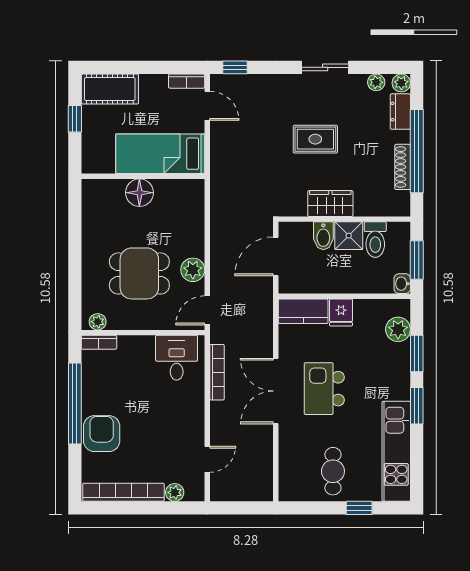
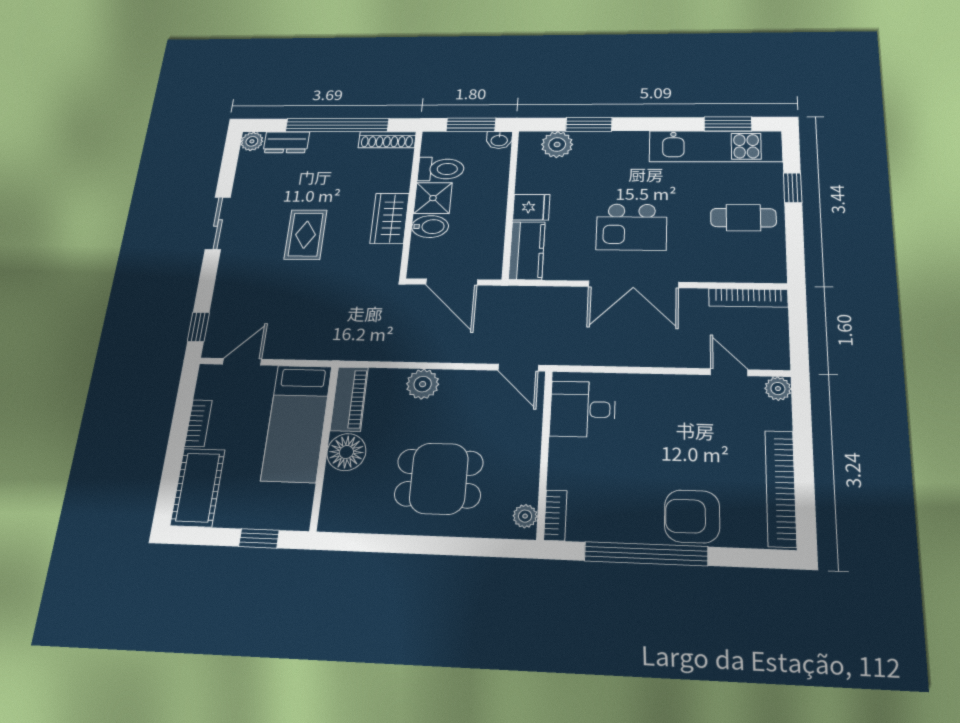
bookcase: (187, 81) -> (198, 423), moved
plant: (376, 82) -> (246, 168), removed
window: (75, 119) -> (259, 538), moved
shoe rack: (403, 167) -> (387, 140), moved
piano: (180, 190) -> (349, 399), added
plant: (193, 270) -> (423, 384), moved
dining table: (139, 273) -> (439, 478), moved, turned 90
bookcase: (217, 372) -> (748, 298), moved, turned 180
window: (417, 406) -> (728, 124), moved
plant: (175, 492) -> (778, 389), moved

